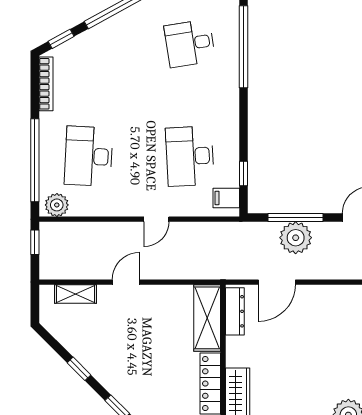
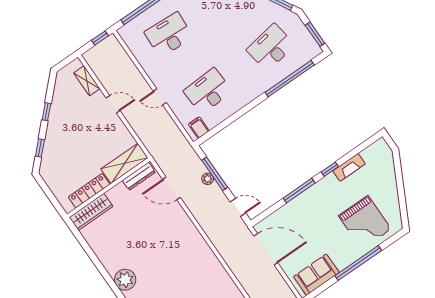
desk: (190, 43) -> (271, 47), width x1.37
window: (244, 173) -> (219, 128), removed
plant: (57, 205) -> (129, 36), removed
plant: (296, 238) -> (208, 179), width x0.53, depth x0.53

